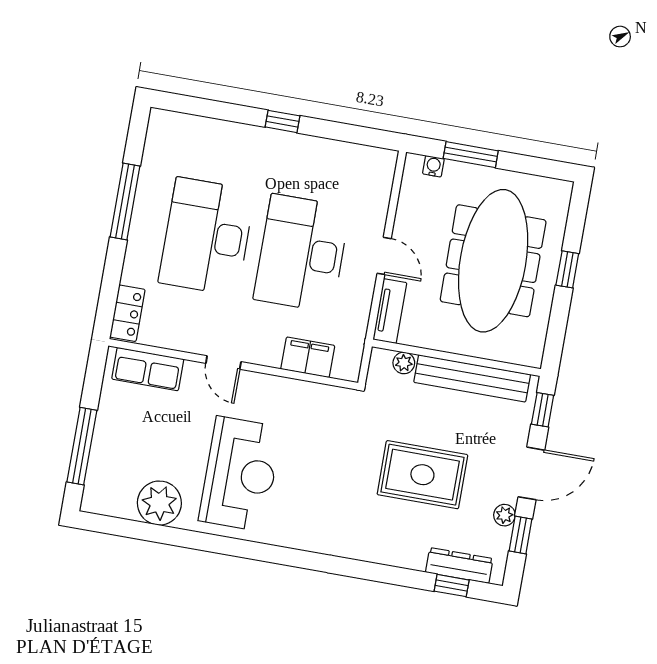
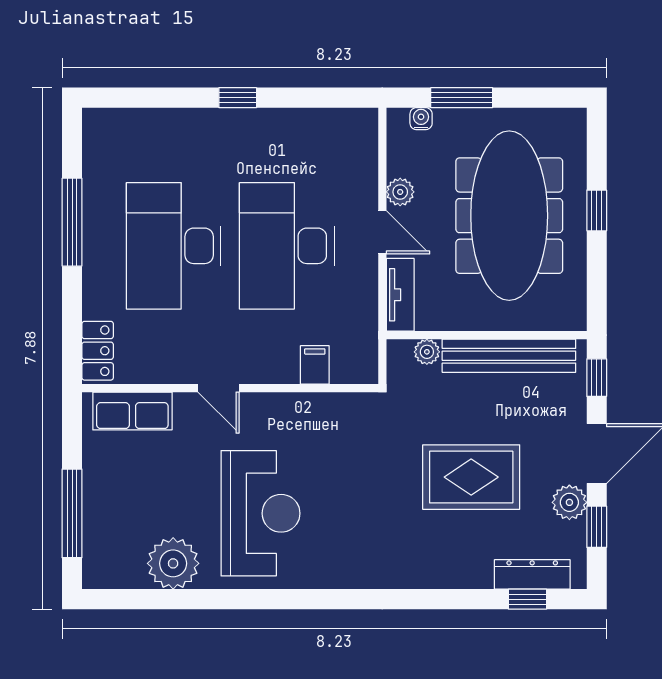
plant: (405, 225) -> (400, 192), added
filing cabinet: (308, 357) -> (315, 365), width x0.50
plant: (504, 515) -> (569, 502), width x1.38, depth x1.38

